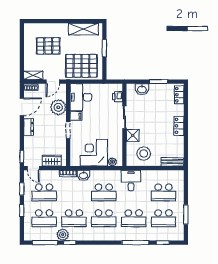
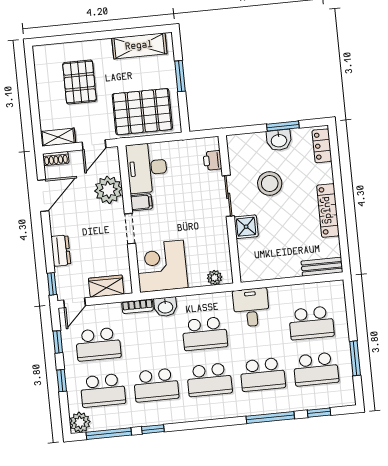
pallet: (48, 46) -> (79, 82), turned 90
washbasin: (142, 89) -> (279, 140), moved
locker: (179, 126) -> (328, 210), width x1.53
dresser: (29, 127) -> (61, 251), moved
corner desk: (94, 153) -> (162, 266), moved
stool: (144, 154) -> (270, 184), moved
door: (33, 168) -> (75, 303), hinge flipped
plant: (63, 235) -> (80, 422), moved

